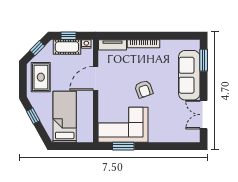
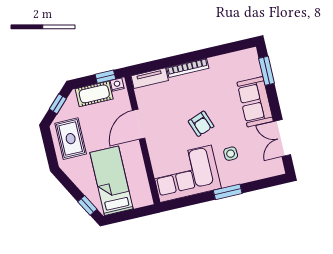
window: (69, 36) -> (105, 77), moved
sofa: (189, 75) -> (255, 102), width x0.73
window: (33, 116) -> (87, 205), moved
side table: (161, 117) -> (231, 154), added
window: (123, 146) -> (228, 192), moved

